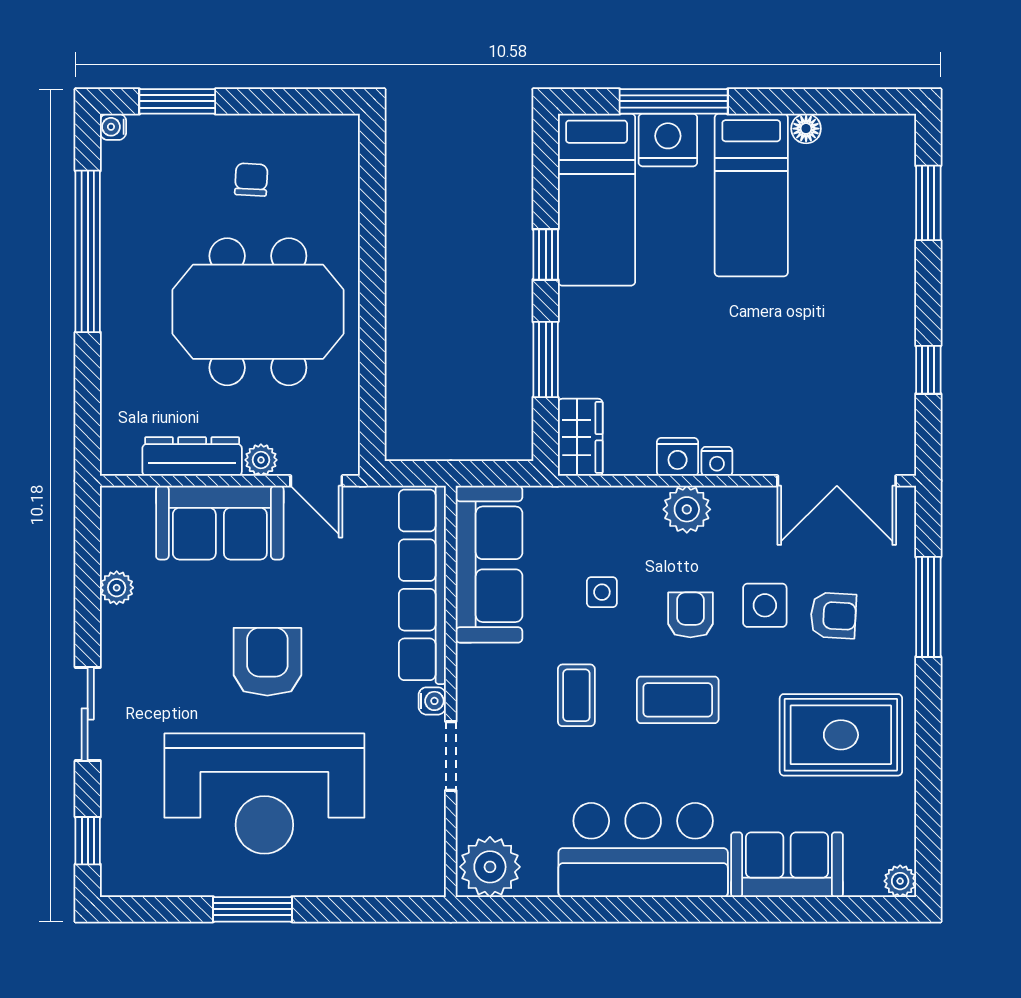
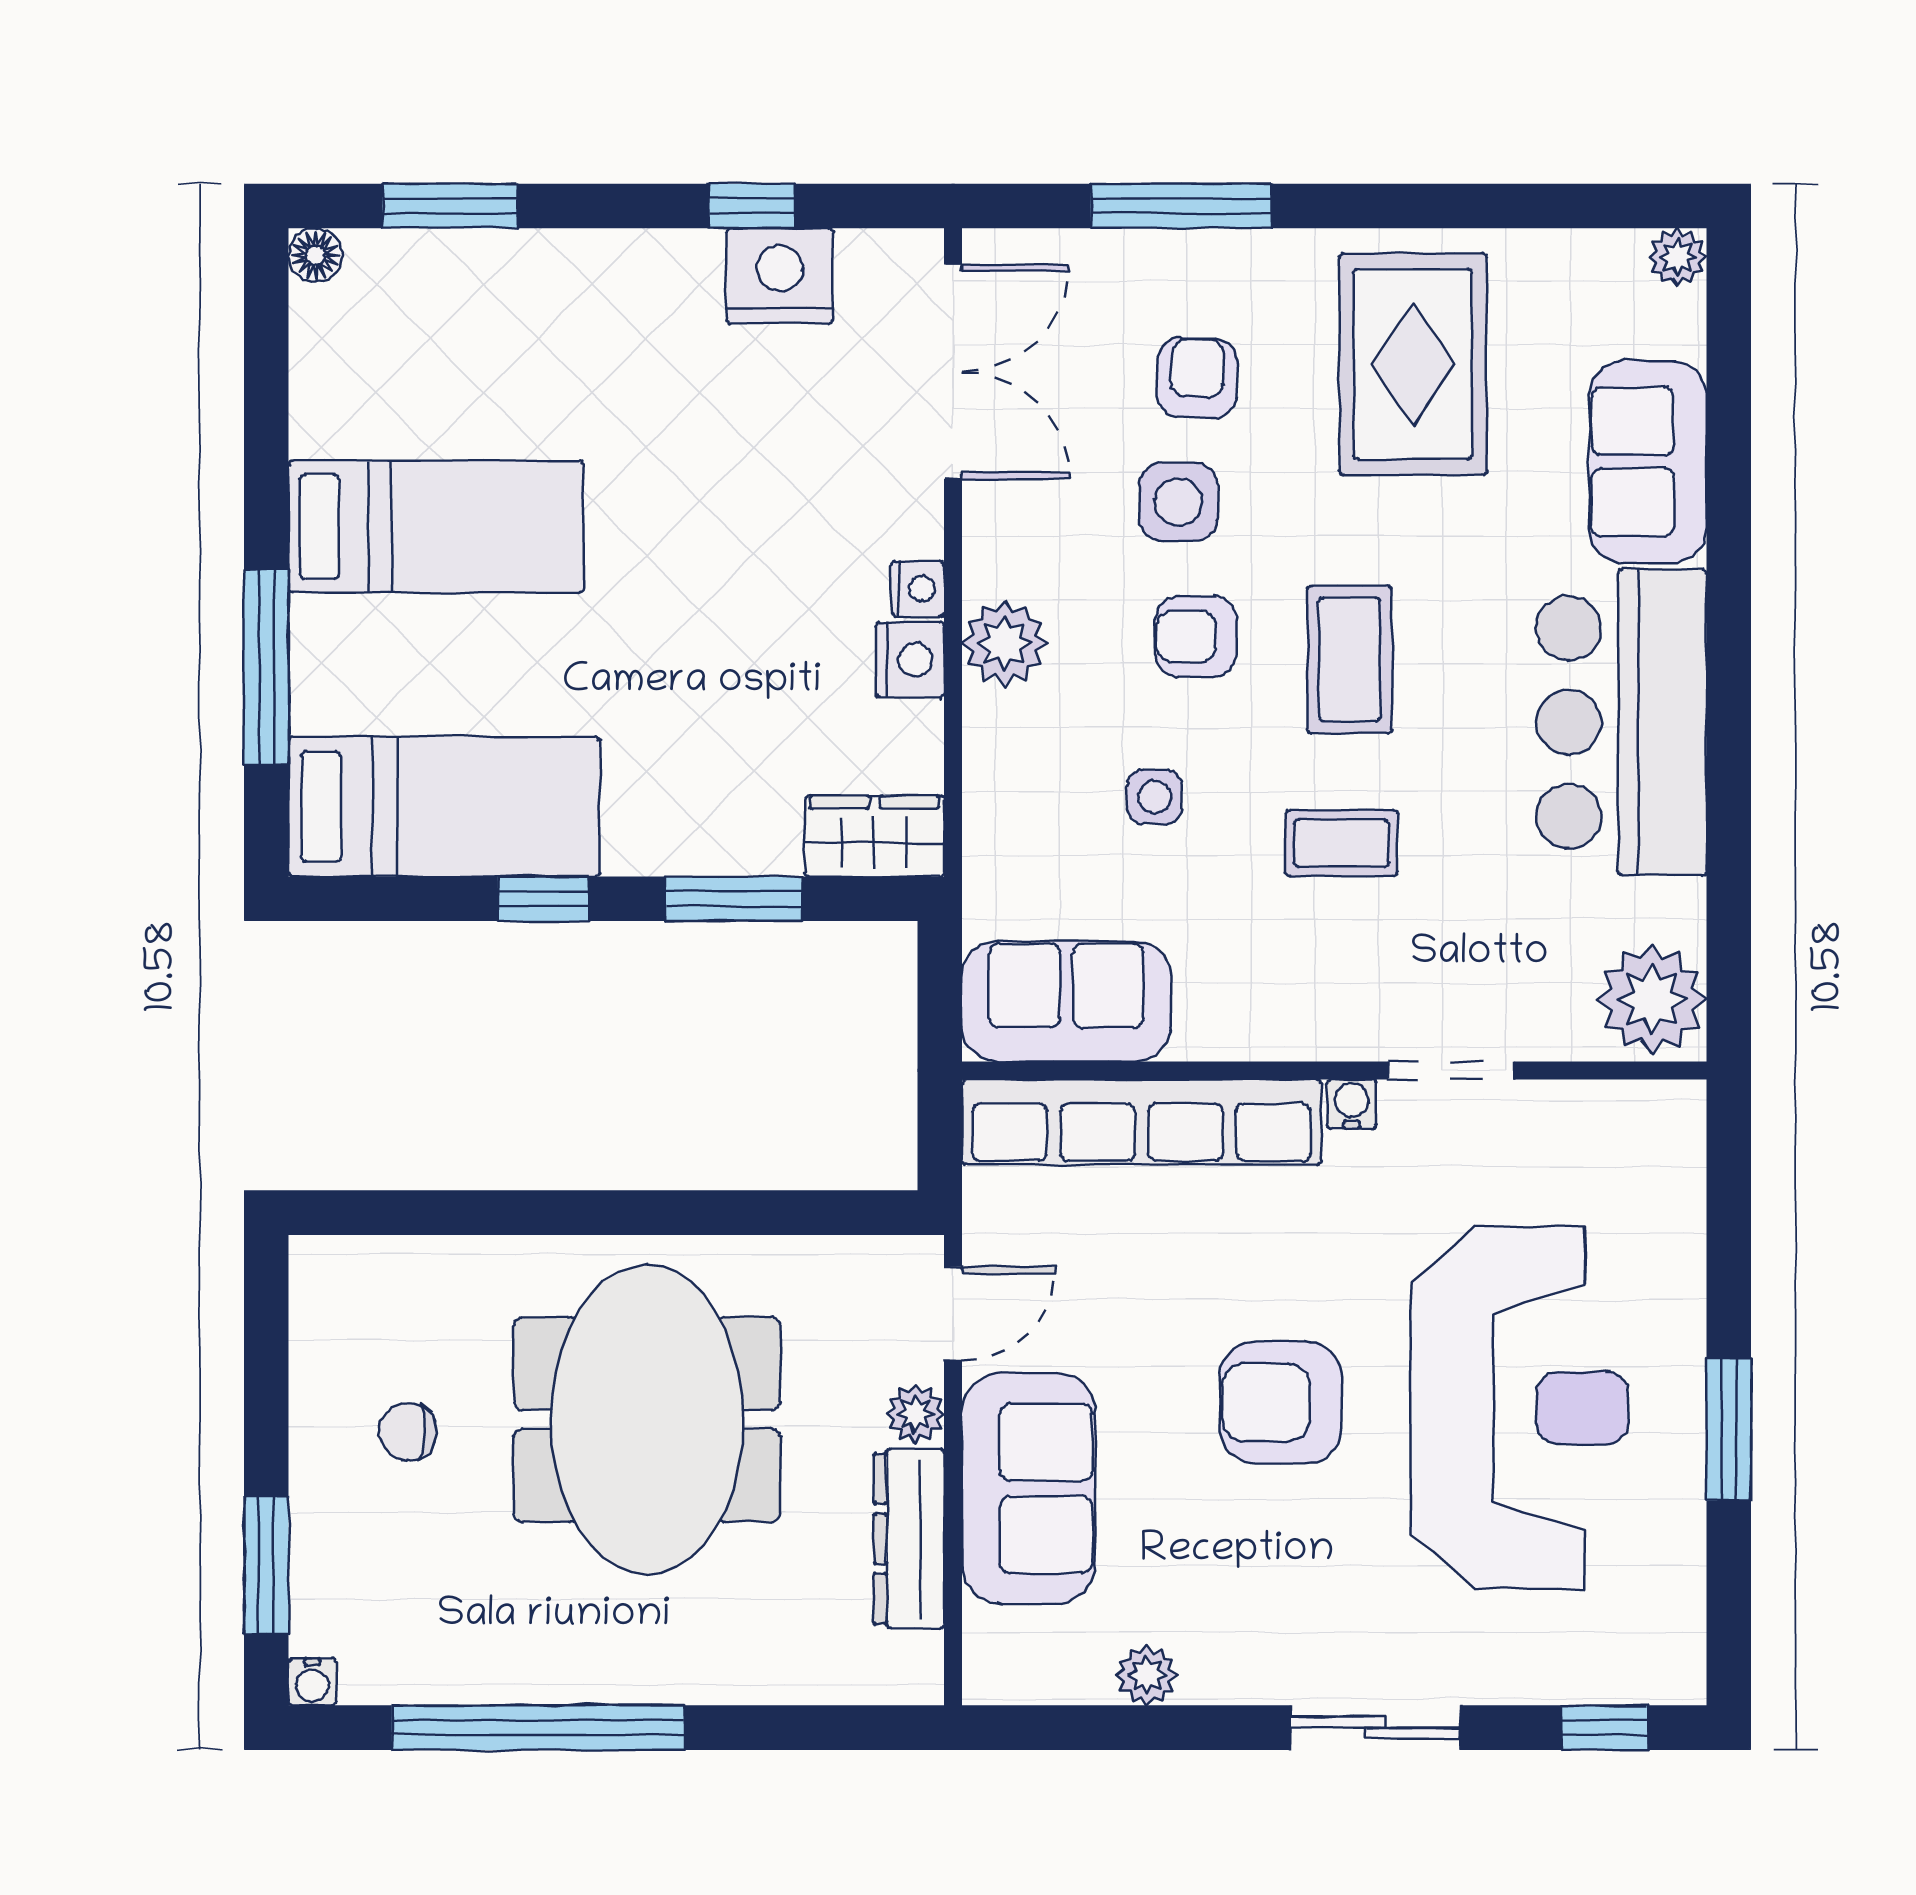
floor lamp: (806, 129) -> (315, 255), moved
nightstand: (668, 140) -> (780, 276), moved, turned 90
sofa: (489, 564) -> (1066, 1001), width x0.73

